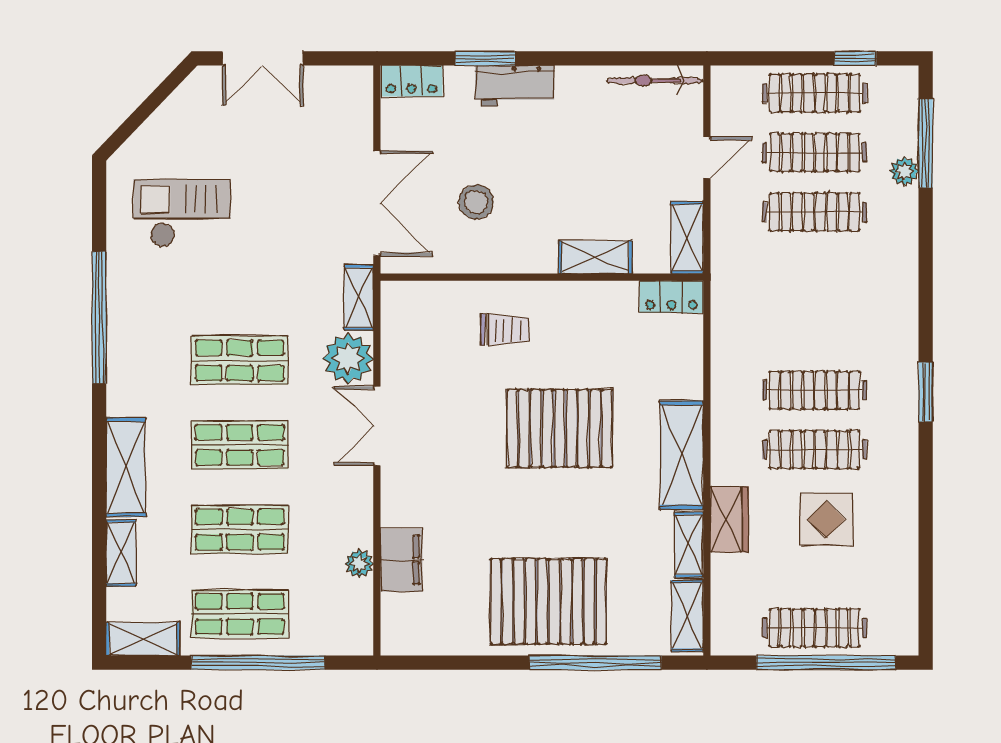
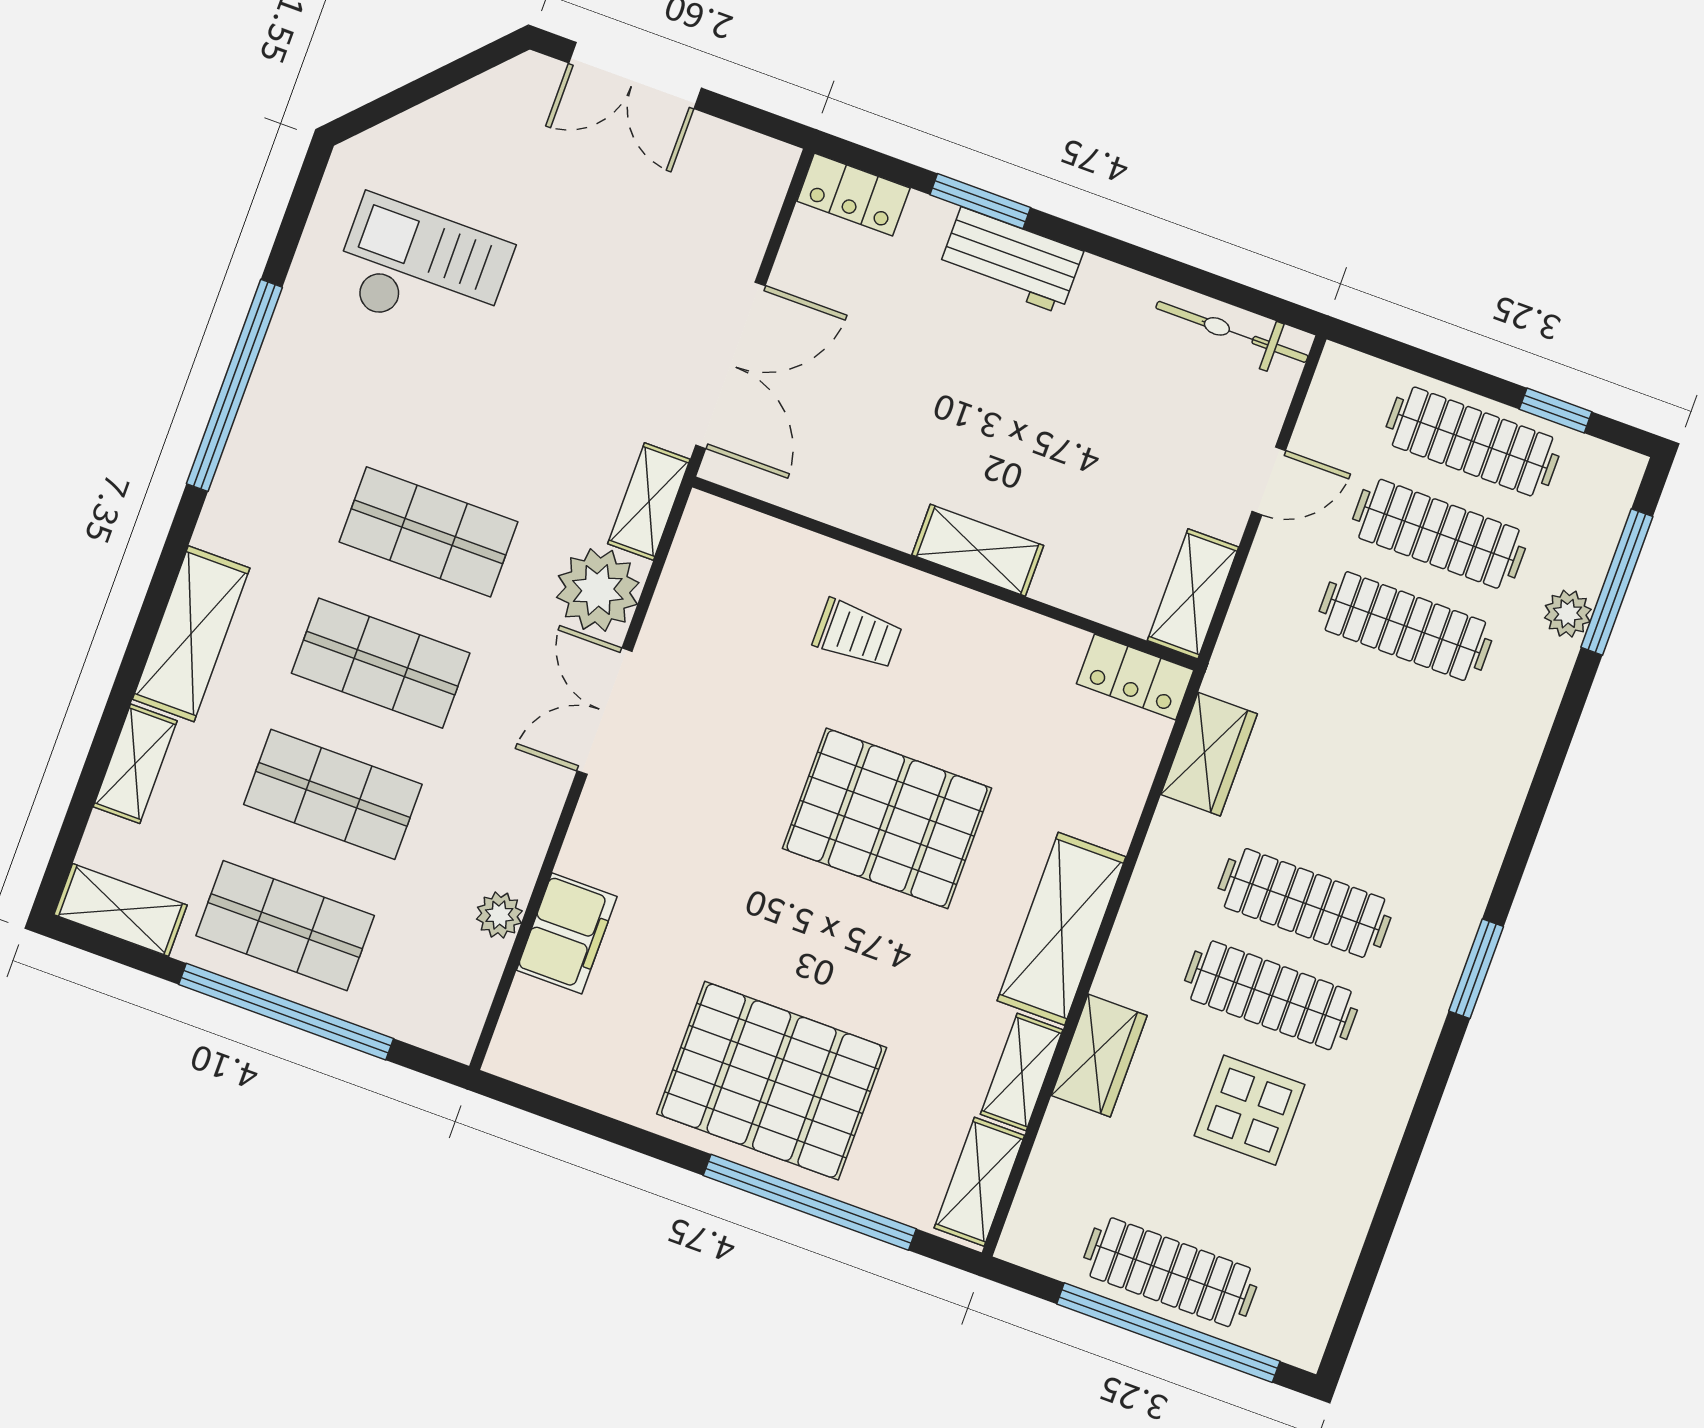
stool: (476, 202) -> (885, 419), removed
shelving: (595, 257) -> (978, 550), moved
wardrobe: (729, 325) -> (1209, 754), added

